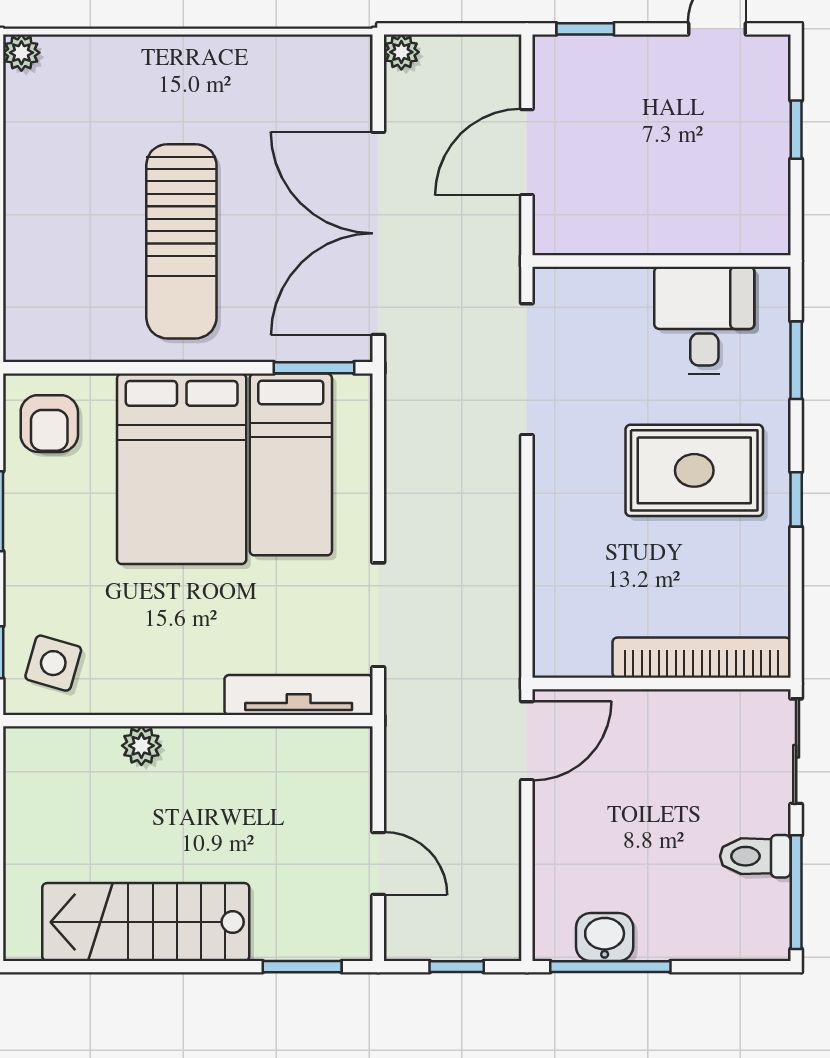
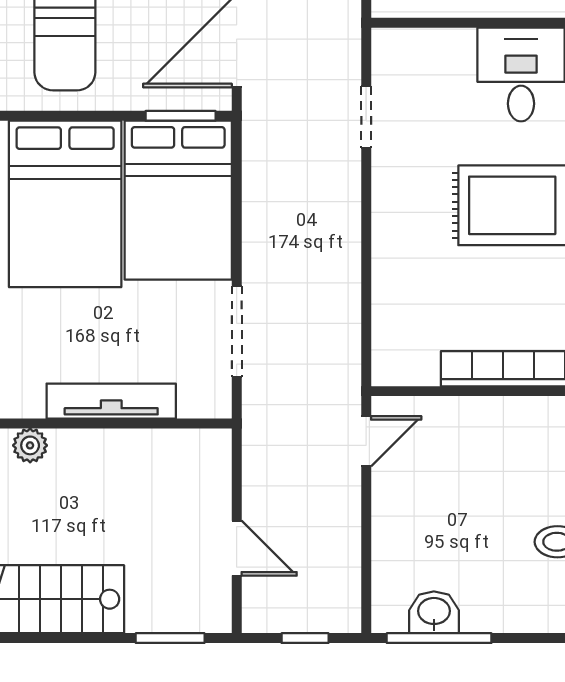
doorway: (527, 369) -> (366, 117), width x0.53
bed: (291, 464) -> (178, 200), width x1.50
tv unit: (299, 695) -> (111, 401), moved
door: (527, 741) -> (366, 441), width x0.73

